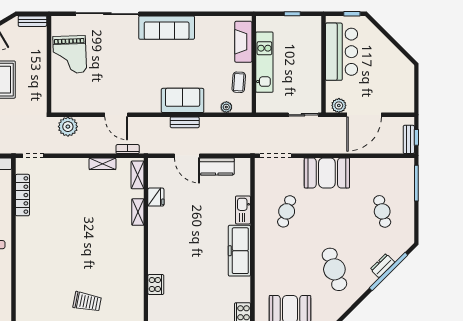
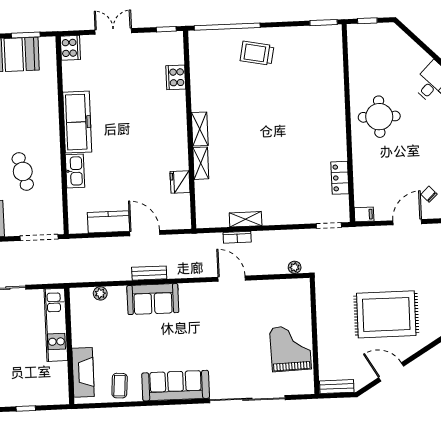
kitchen unit: (264, 62) -> (56, 325), moved
coffee table: (239, 82) -> (120, 386), moved
plant: (68, 127) -> (295, 267), width x0.53, depth x0.53
bookcase: (128, 149) -> (237, 237), moved
shelving: (138, 175) -> (200, 129), moved
locker: (22, 195) -> (340, 178), width x0.66
cafe table: (287, 211) -> (23, 171), turned -33

